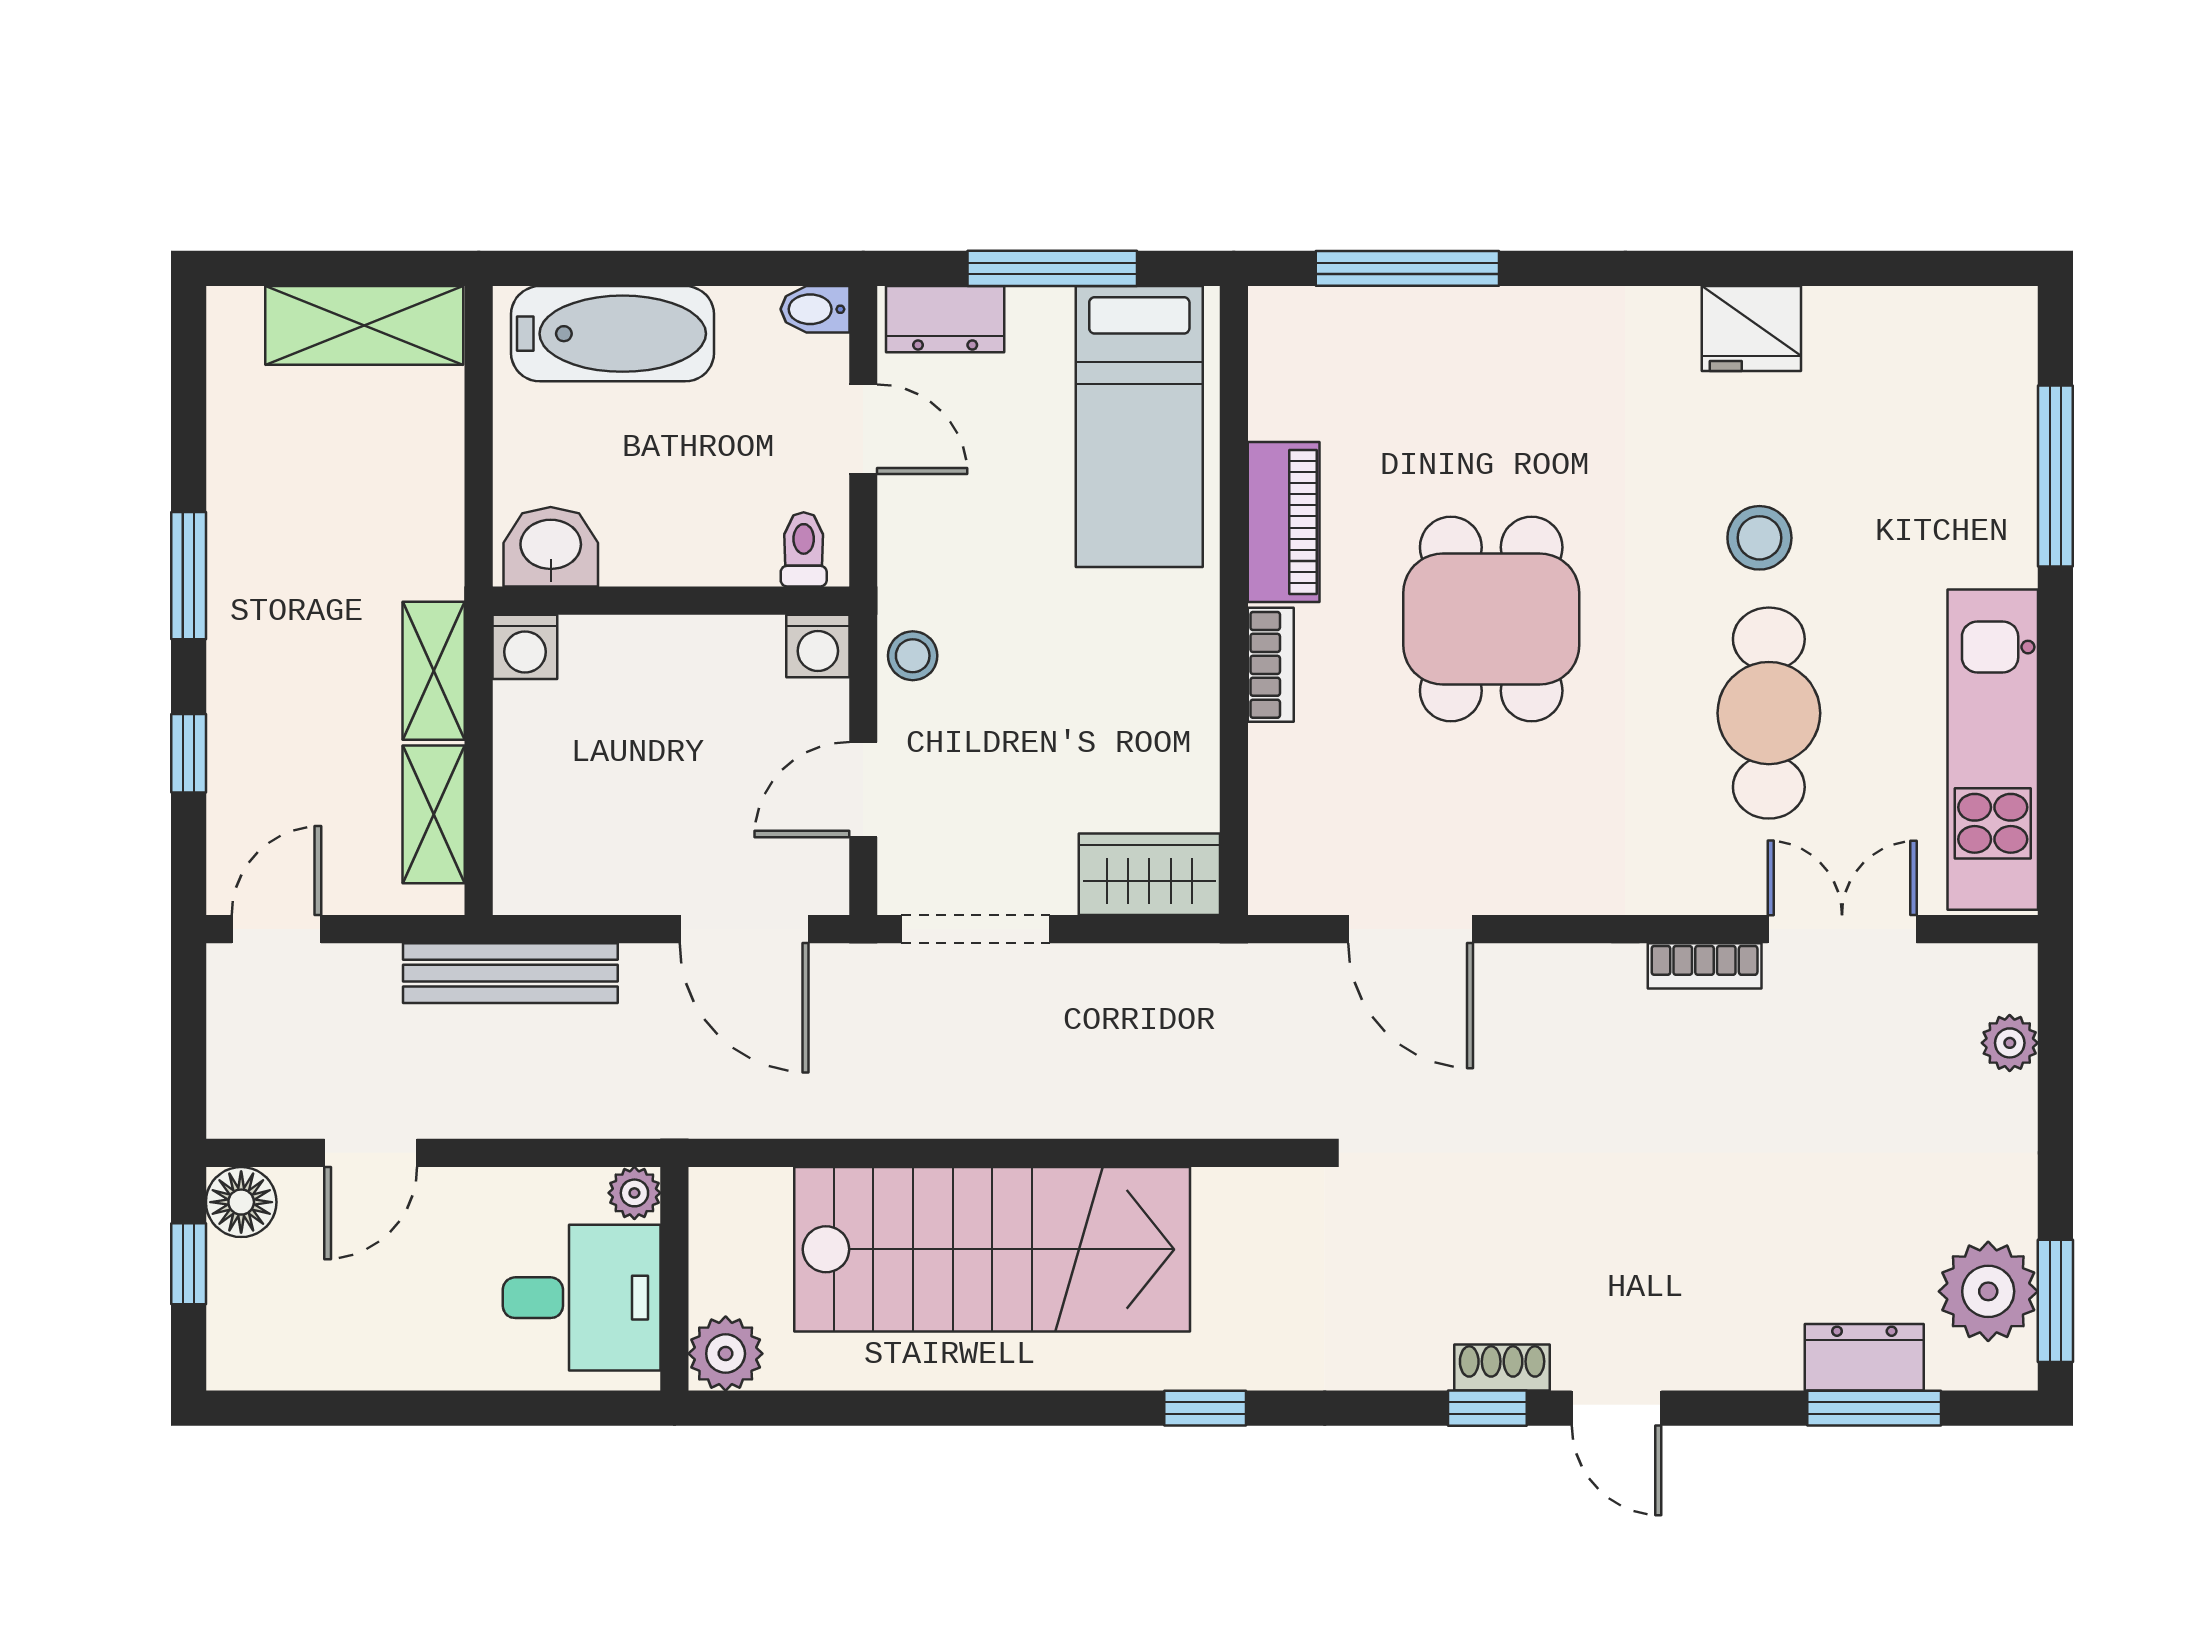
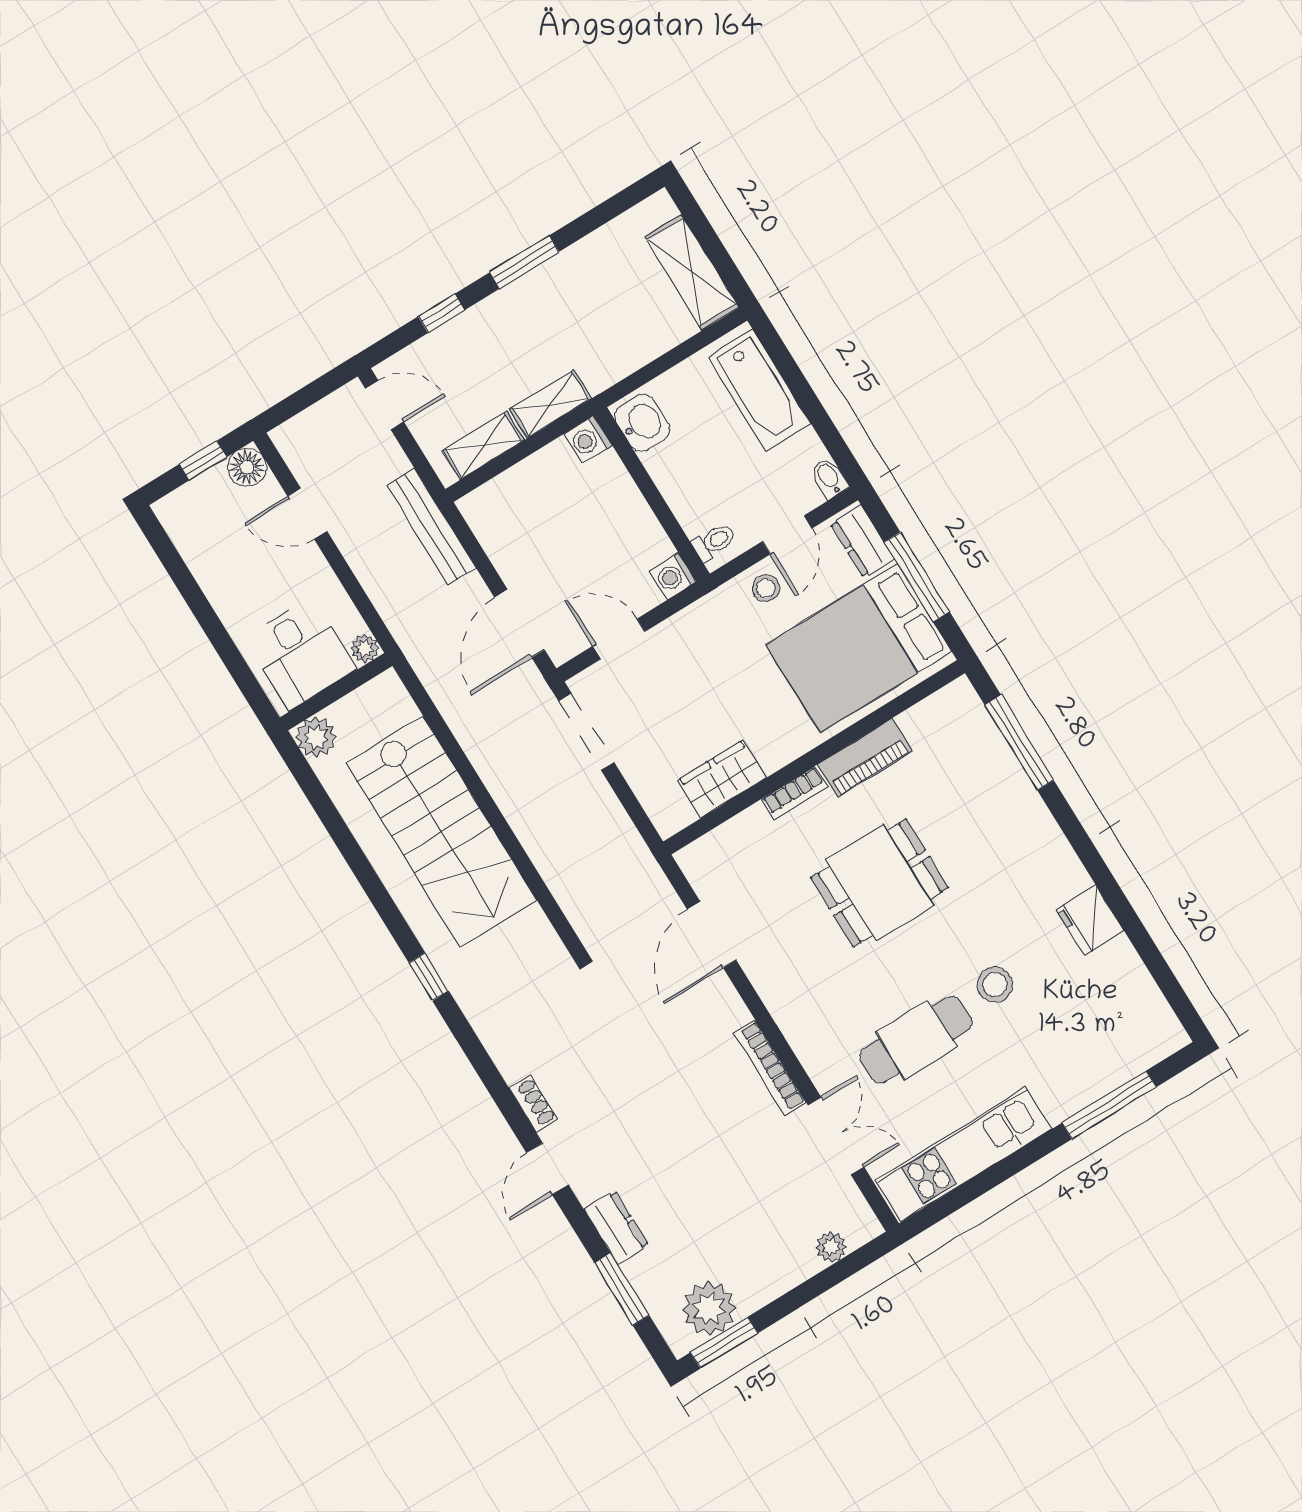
bed: (1139, 427) -> (859, 648), width x1.50
stool: (913, 656) -> (766, 588), moved
wardrobe: (1149, 874) -> (722, 779), moved, turned -90
bookcase: (1705, 966) -> (770, 1067), width x1.56
dresser: (1864, 1357) -> (616, 1227), moved
window: (1487, 1408) -> (510, 1108), removed

